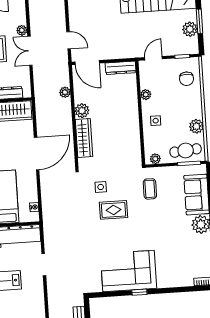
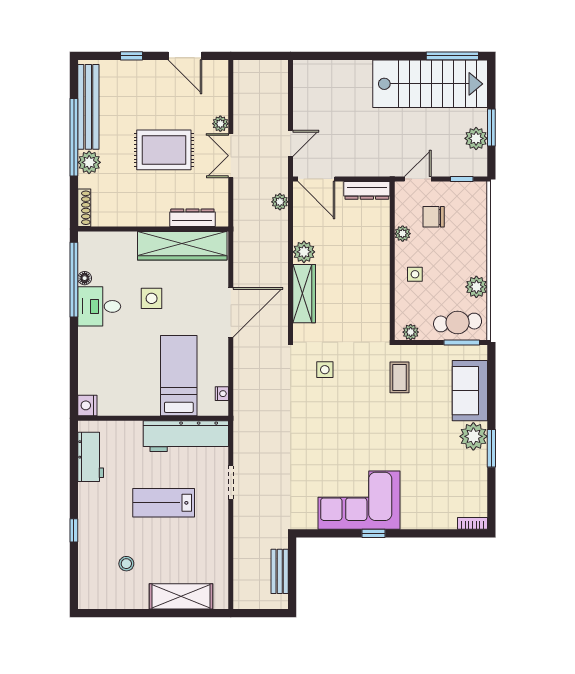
door: (69, 40) -> (291, 143), hinge flipped
chair: (186, 79) -> (434, 217), moved, turned 90
plant: (65, 92) -> (280, 202), moved
rug: (114, 210) -> (342, 406), removed

